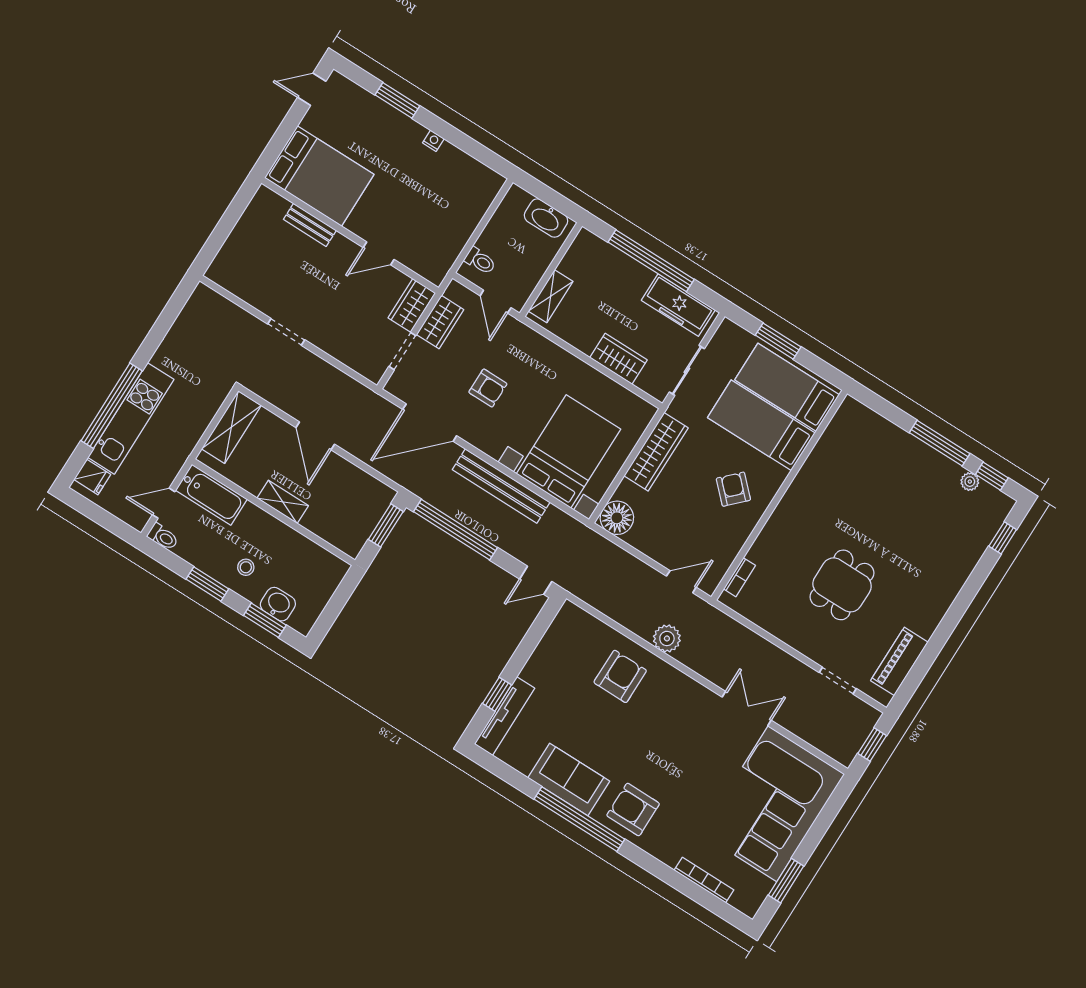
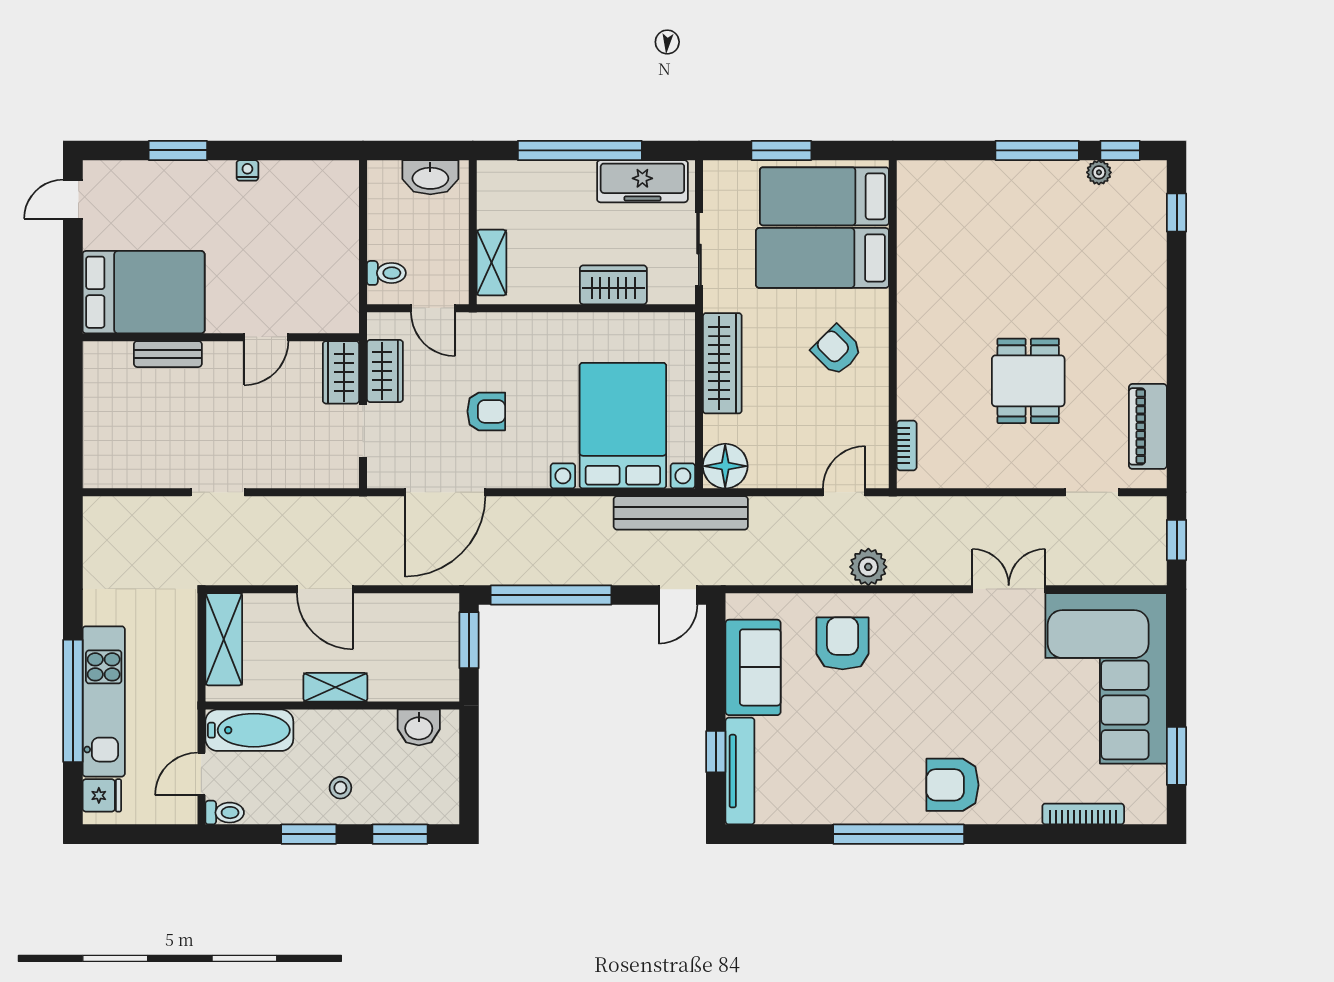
bench: (501, 486) -> (681, 513), moved
washbasin: (278, 604) -> (419, 727), moved, turned 180
sofa: (569, 779) -> (753, 667), moved, turned 90

